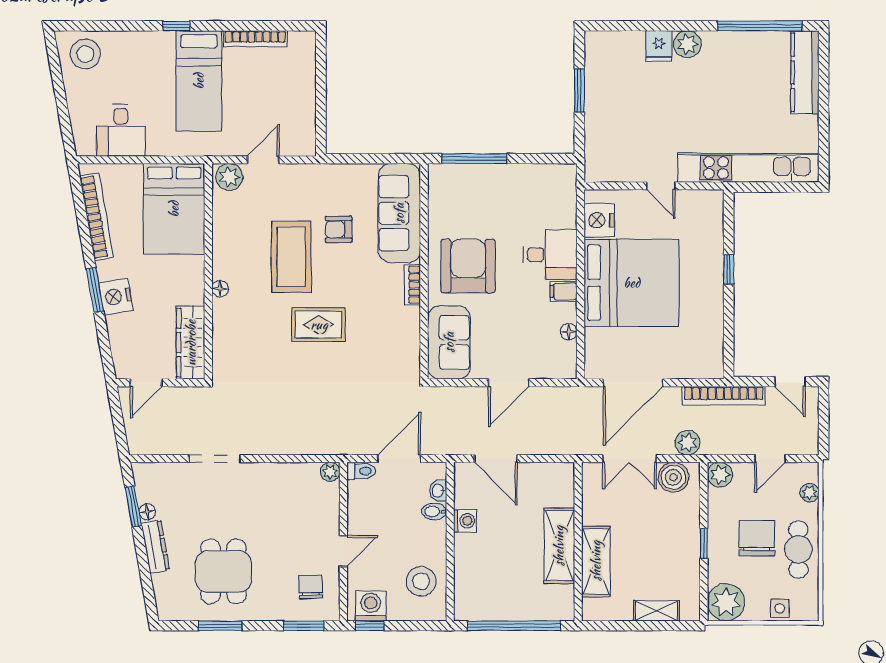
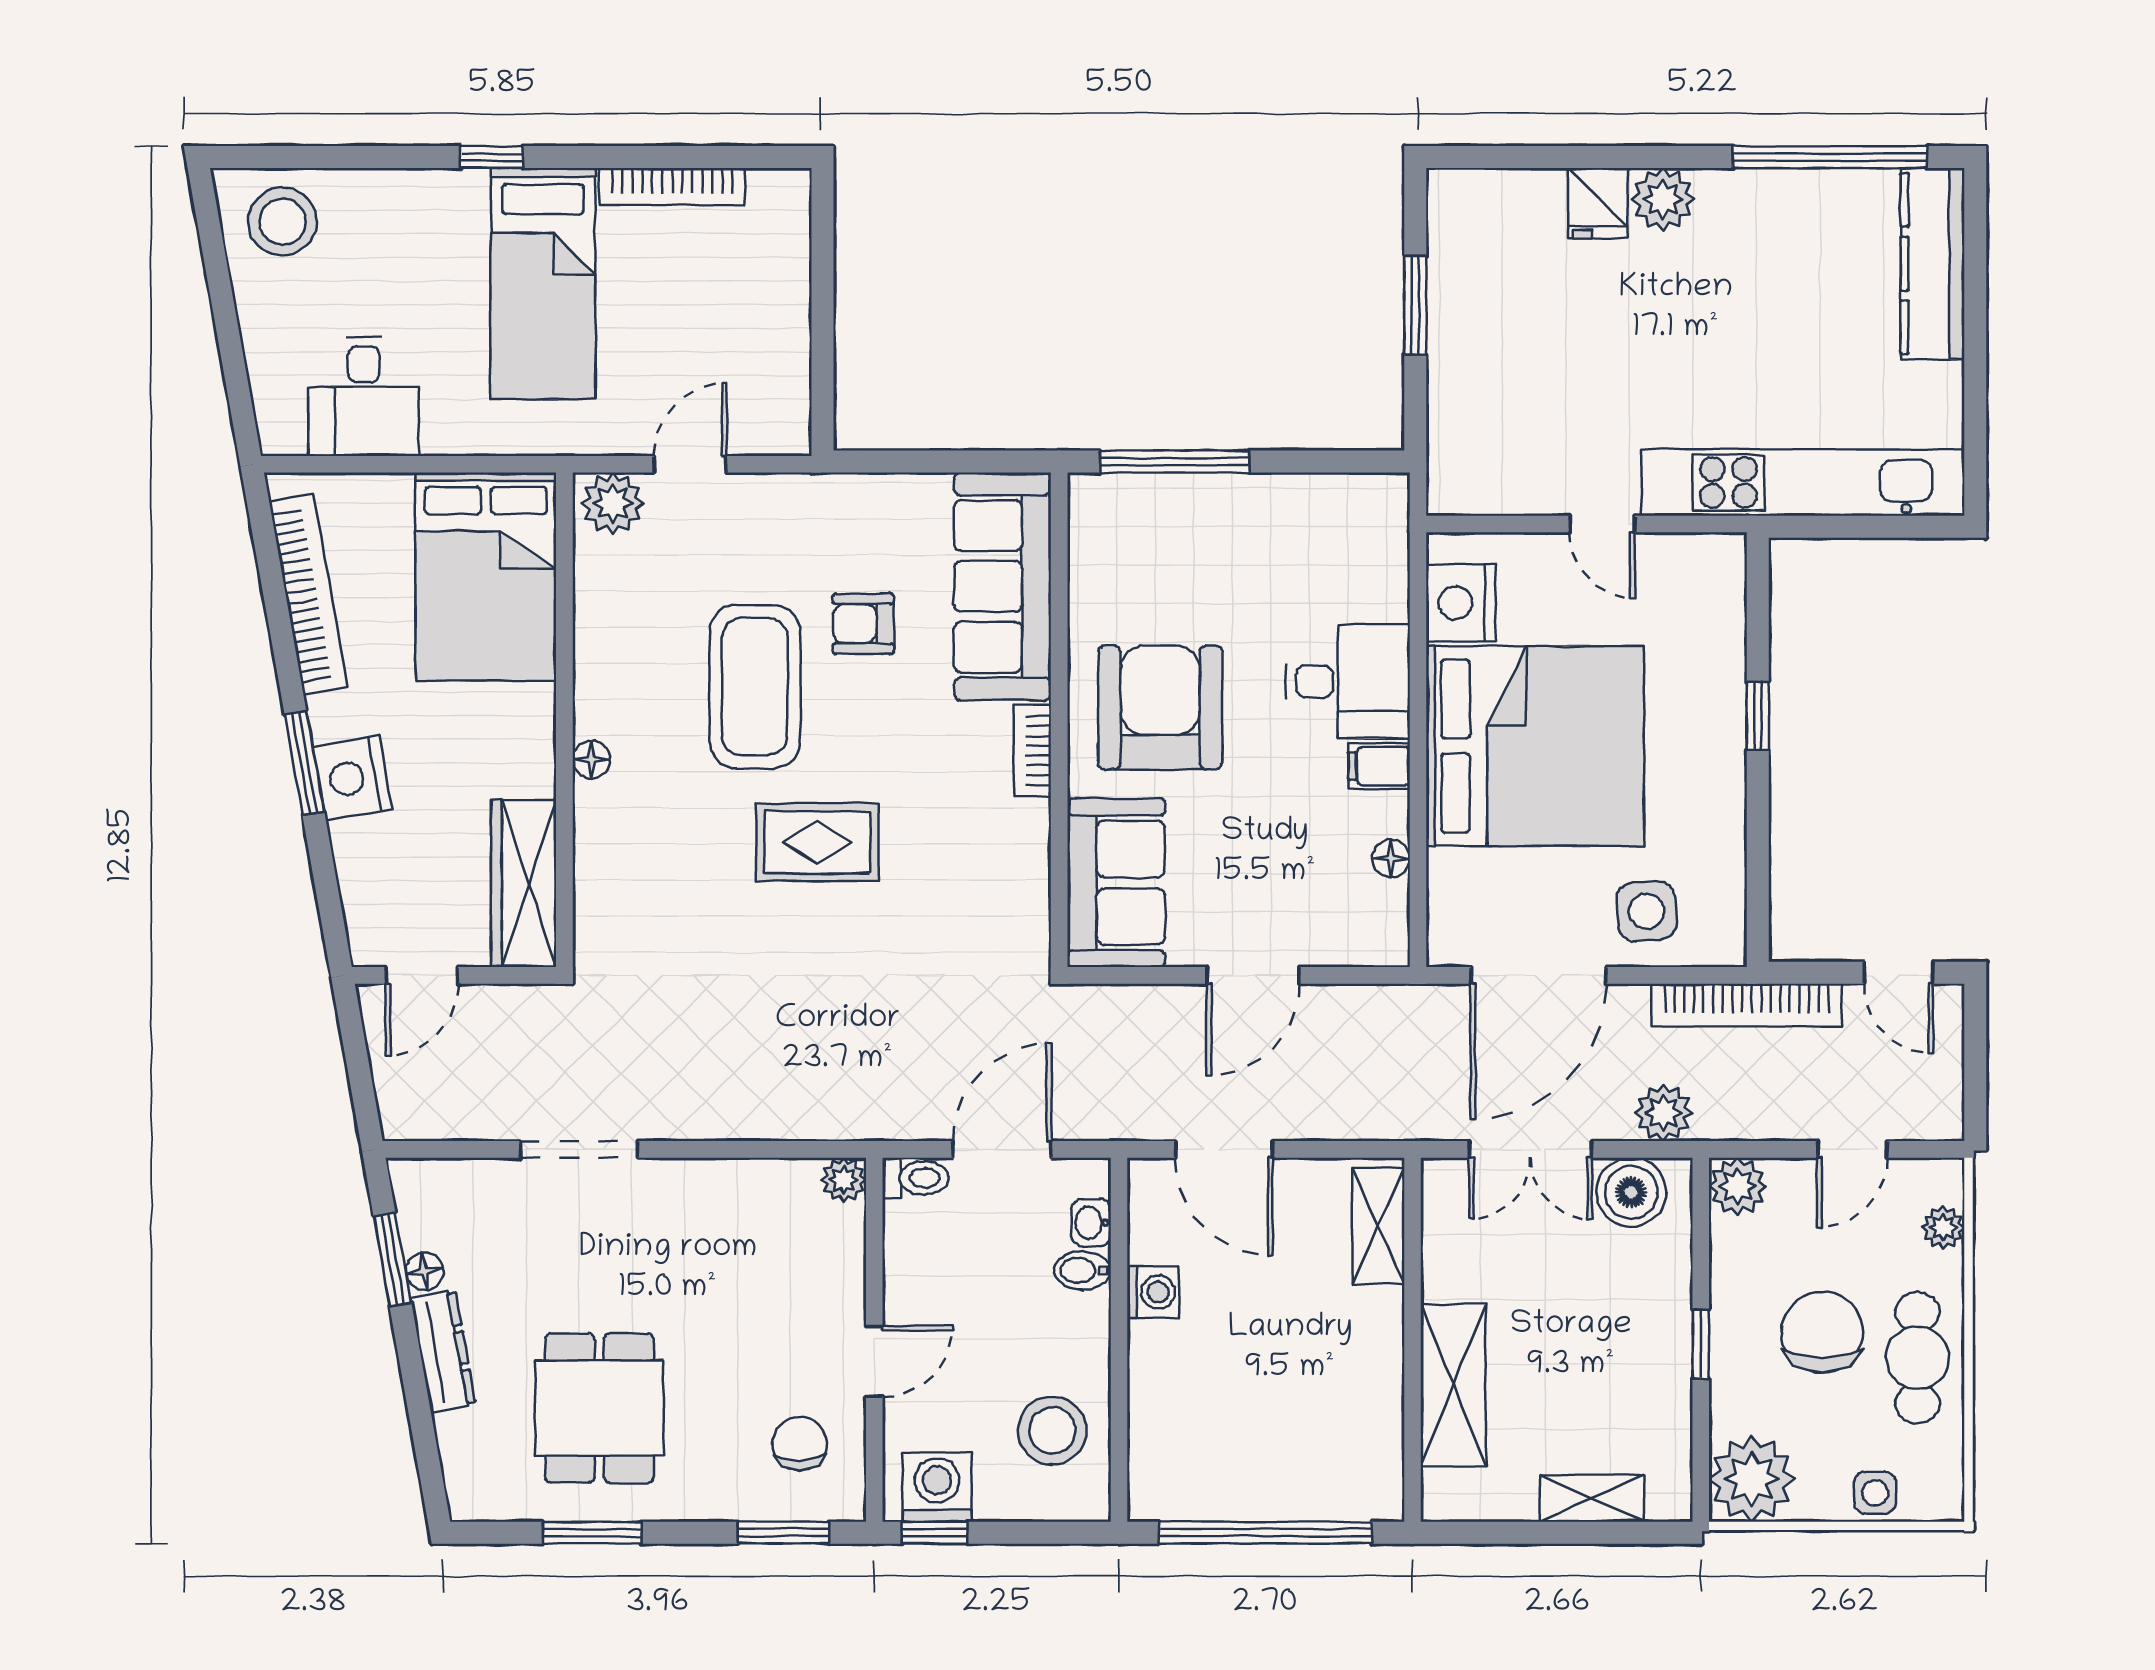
side table: (680, 355) -> (1646, 911), added
shelving: (559, 546) -> (1378, 1226), moved, width x0.67, depth x0.75

